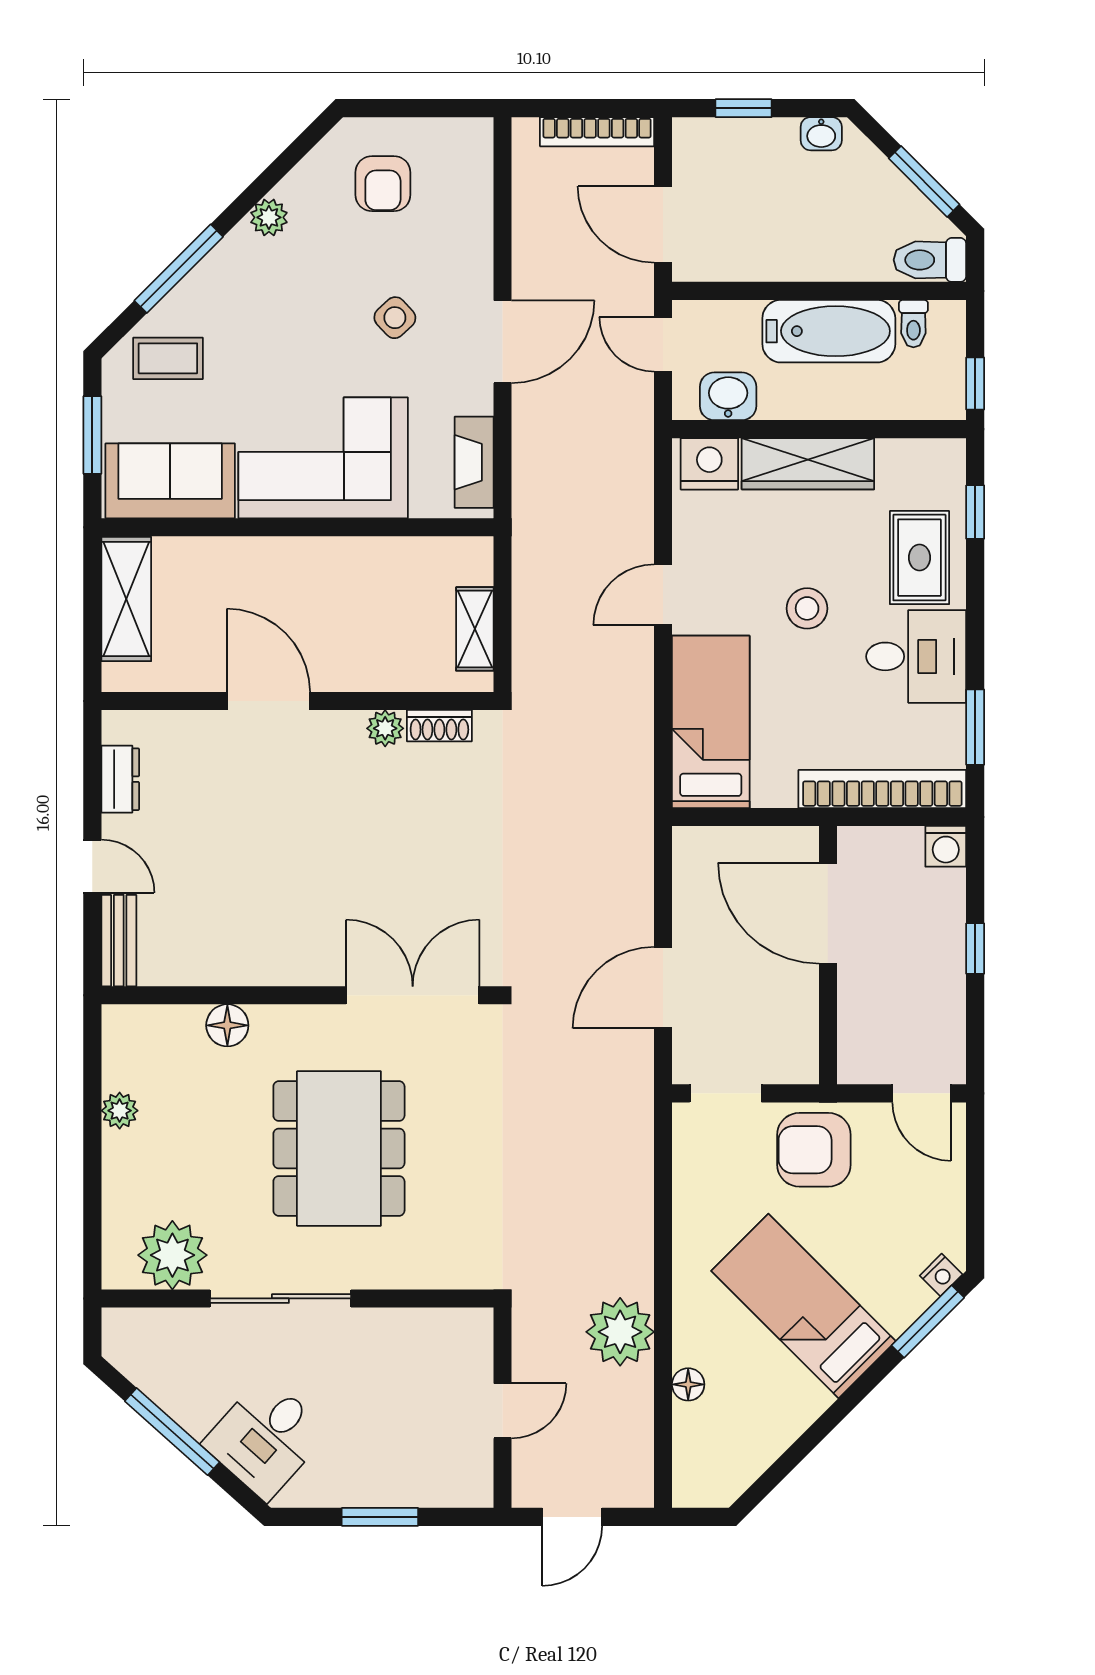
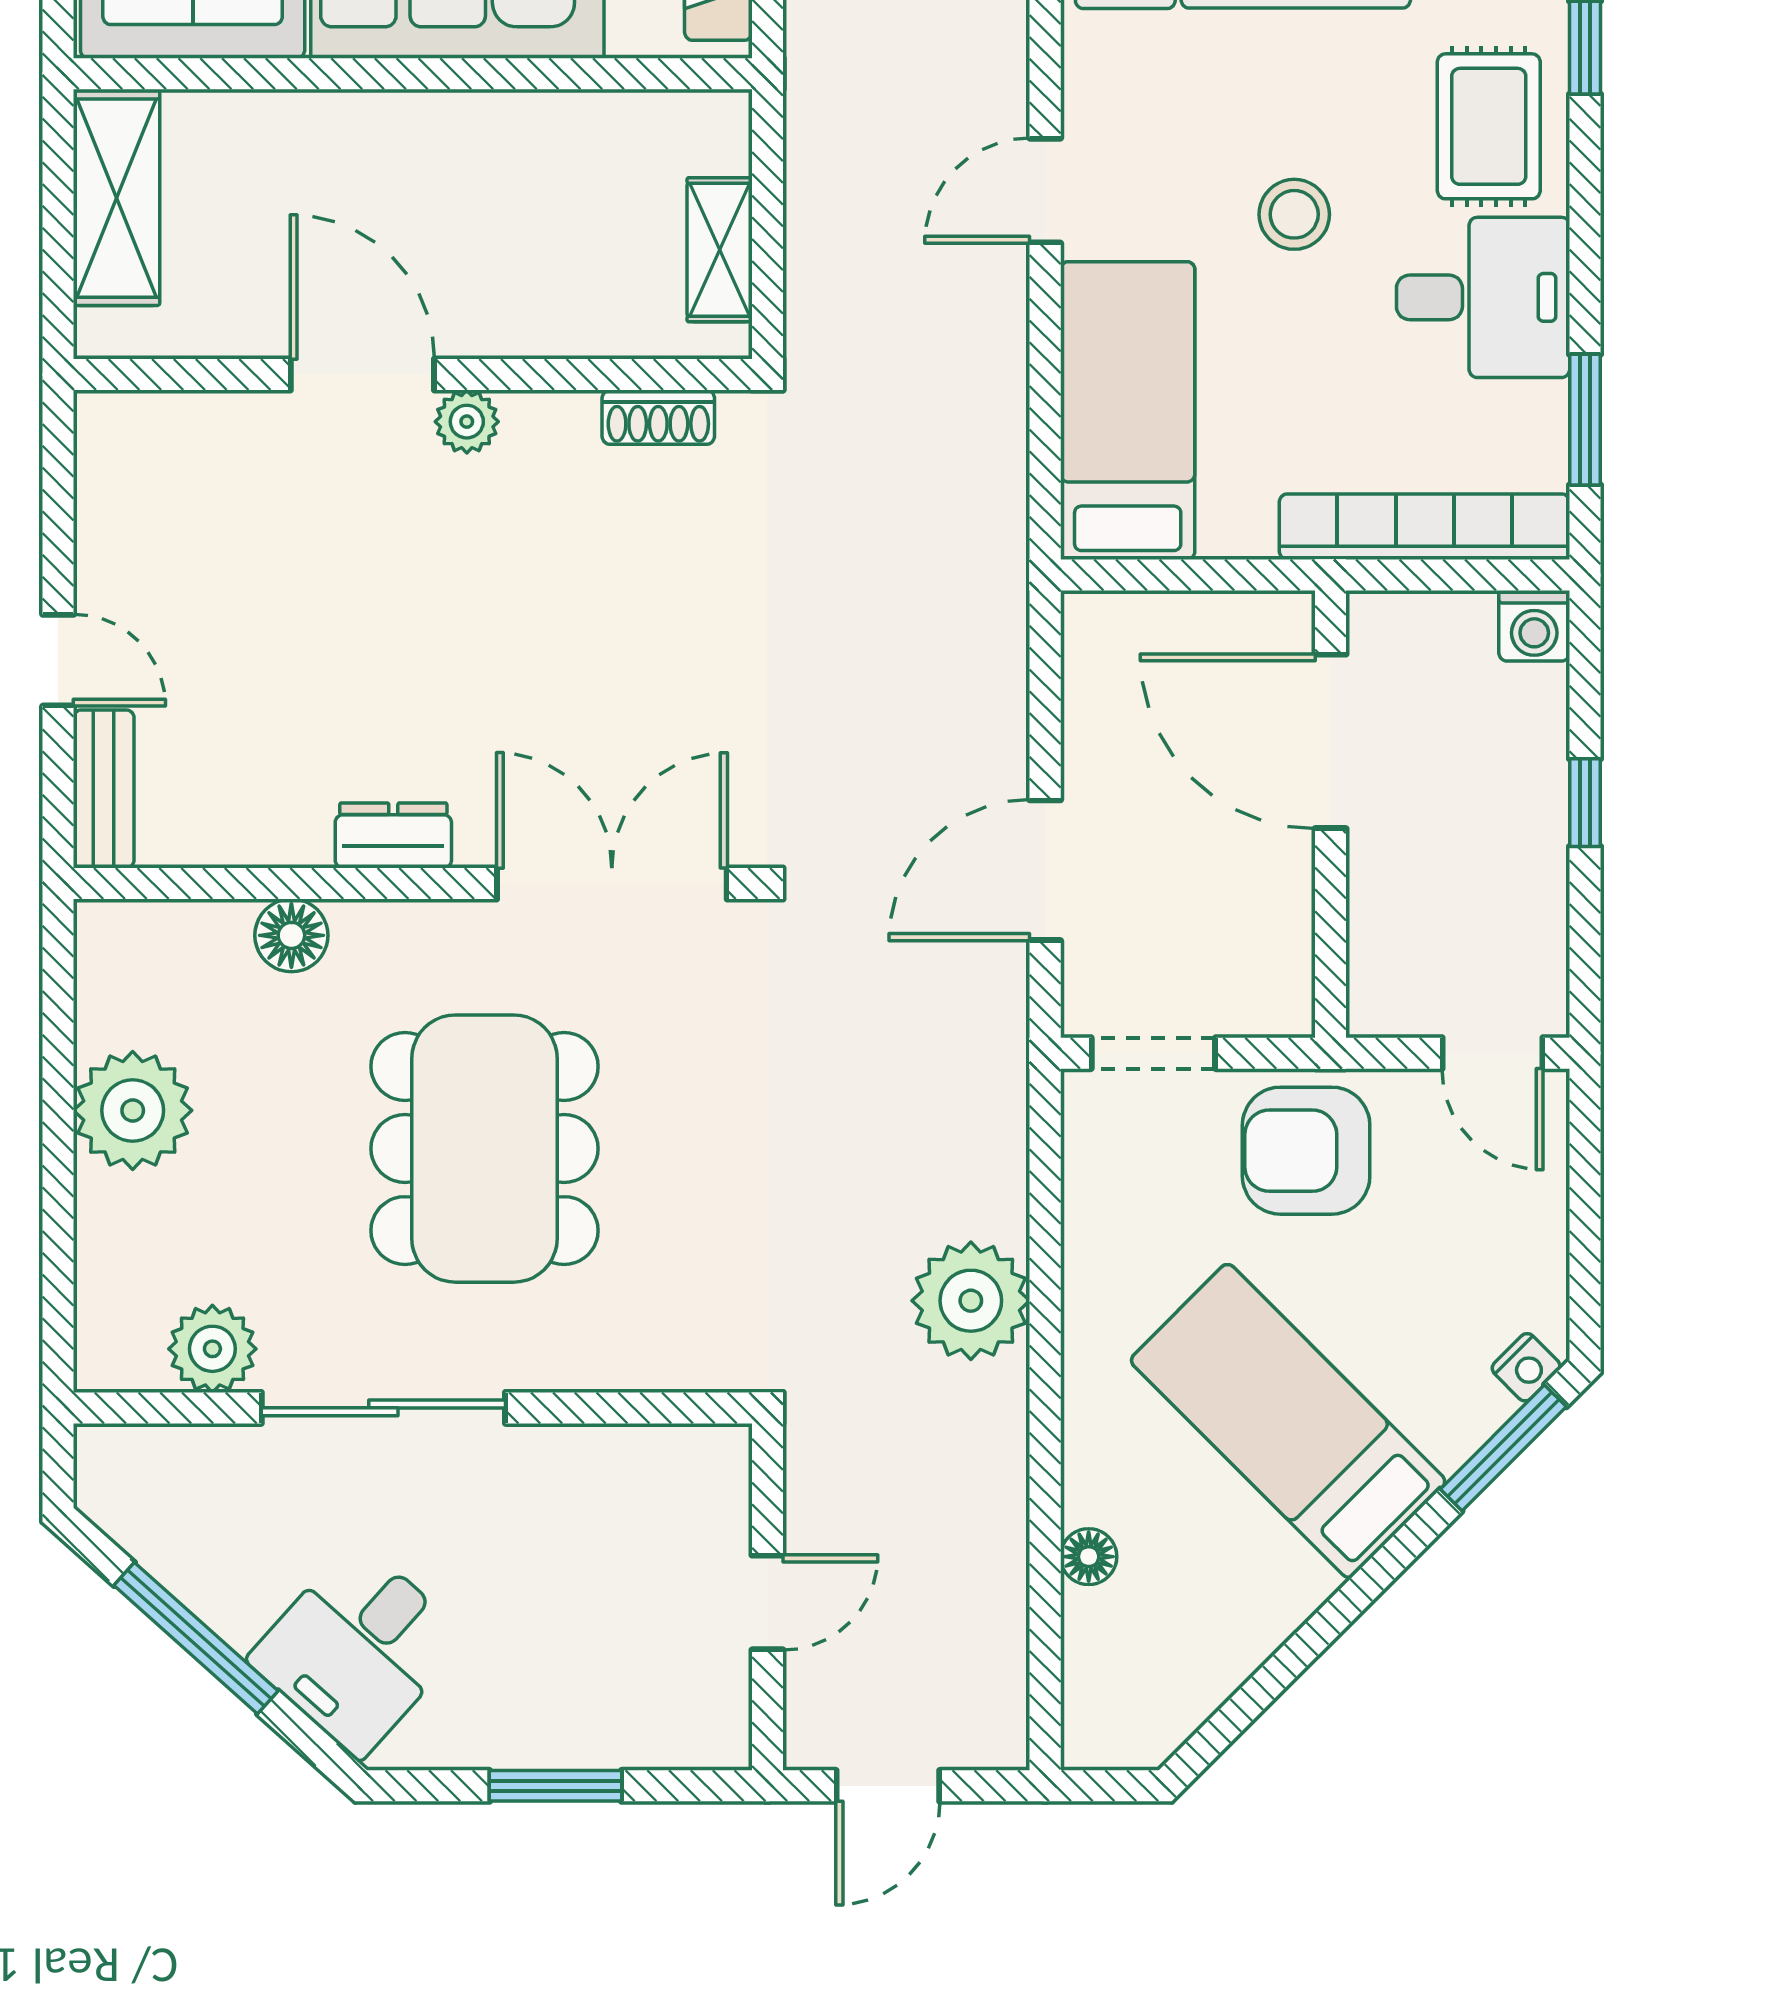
plant: (385, 728) -> (467, 422), moved
dresser: (120, 779) -> (393, 835), moved, turned -90
plant: (120, 1111) -> (133, 1110), width x1.88, depth x1.88
plant: (172, 1255) -> (212, 1349), width x0.73, depth x0.73
plant: (620, 1332) -> (971, 1301), moved

